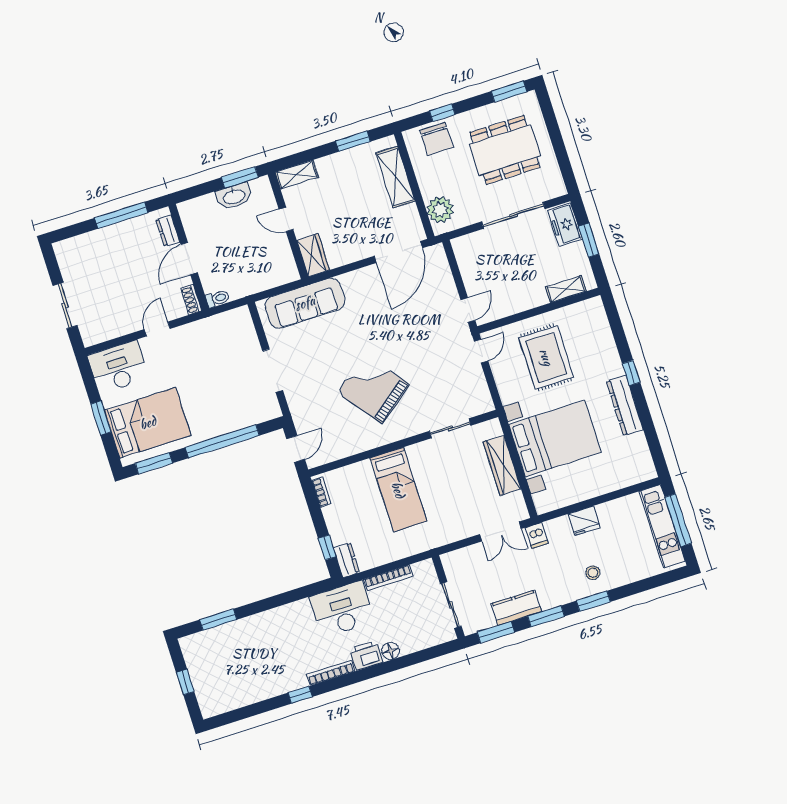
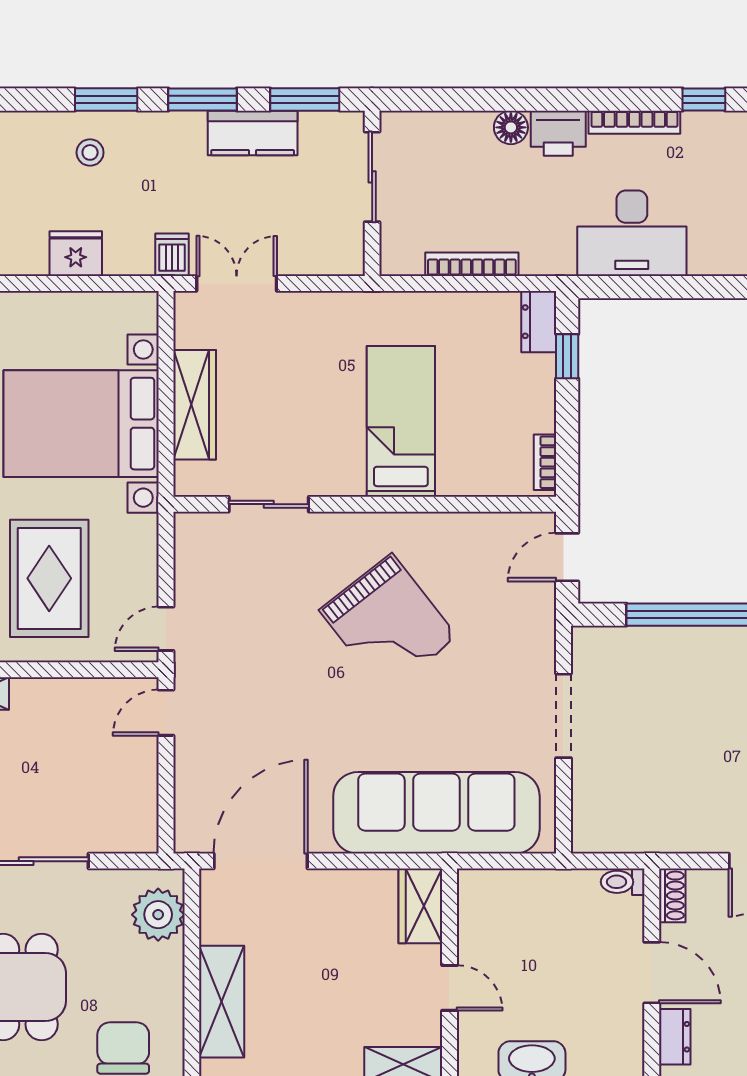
door: (189, 259) -> (652, 973), hinge flipped
sofa: (305, 303) -> (436, 813), width x1.36, depth x1.27
desk: (342, 609) -> (632, 233), moved

